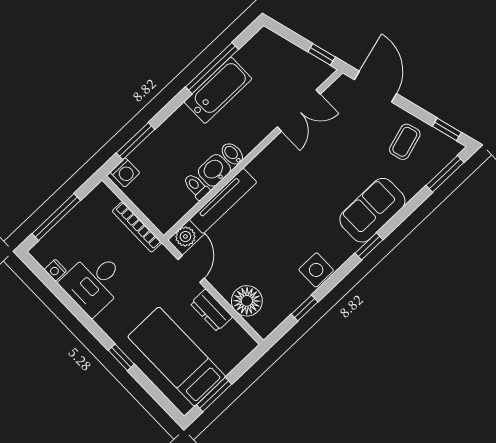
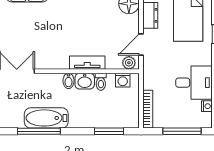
washing machine: (125, 173) -> (123, 80), moved, turned 180
tv unit: (223, 201) -> (87, 63), width x0.71
bookcase: (137, 227) -> (148, 109), moved

